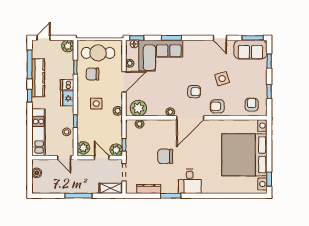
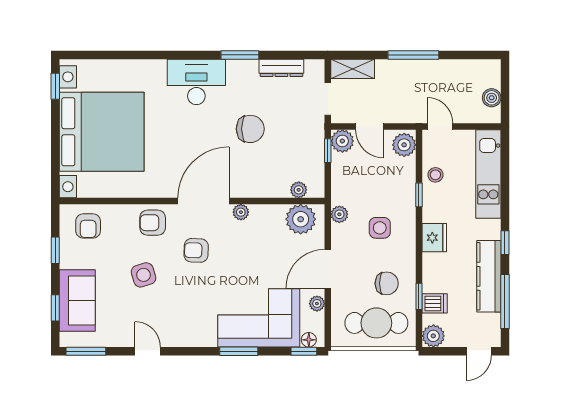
sofa: (250, 50) -> (77, 300), moved, turned 90
dishwasher: (67, 85) -> (435, 303), moved
armchair: (217, 106) -> (153, 223), turned 180
desk: (190, 181) -> (196, 82), width x1.37

